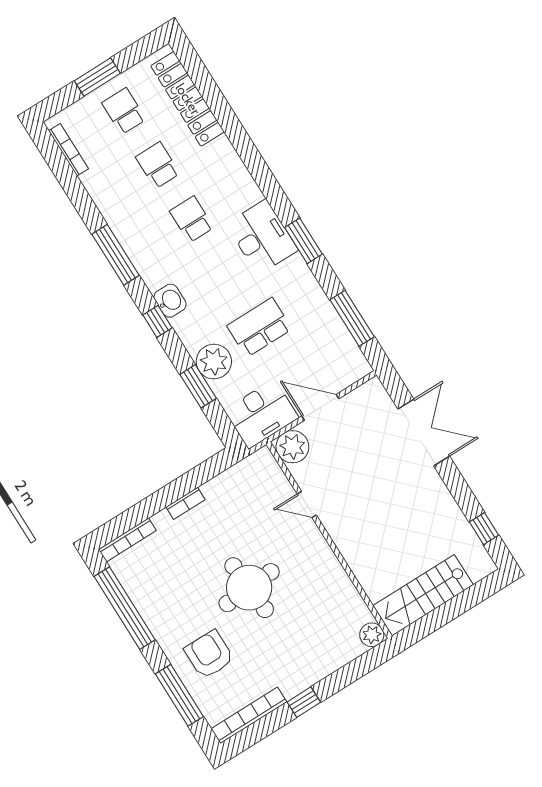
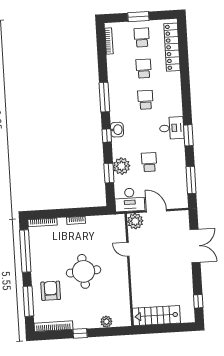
desk: (262, 237) -> (172, 128), width x0.73
school desk: (259, 327) -> (149, 162), width x0.54
plant: (372, 635) -> (106, 322), moved

